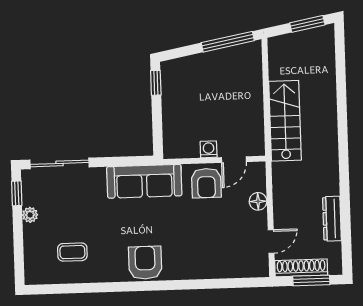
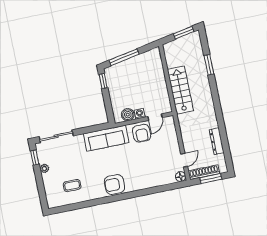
window: (228, 42) -> (124, 57), moved
window: (341, 86) -> (209, 65), added
boiler: (188, 147) -> (128, 115), added
floor lamp: (258, 201) -> (181, 177), moved
armchair: (145, 263) -> (115, 184), turned -90

